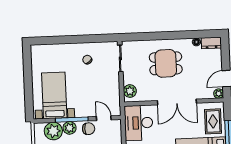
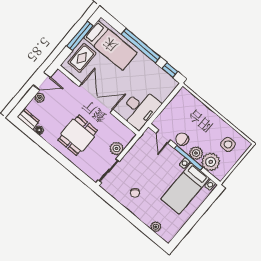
plant: (50, 49) -> (156, 227), added
dining table: (166, 63) -> (78, 135), turned 90
plant: (130, 91) -> (116, 148), moved
plant: (219, 94) -> (40, 98), moved

